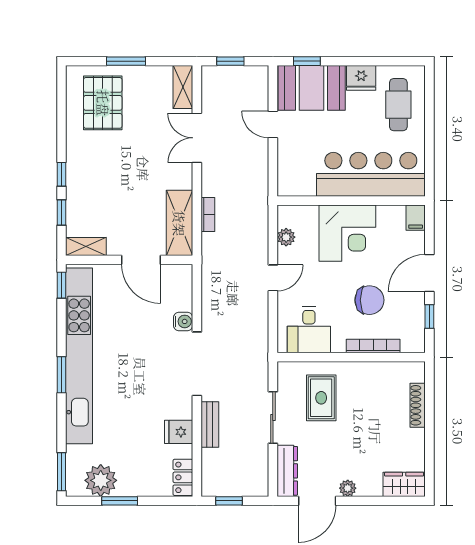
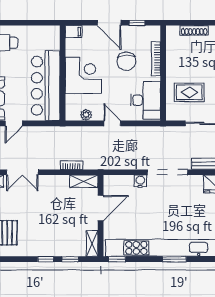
bar counter: (371, 174) -> (46, 86), moved
shelving: (179, 223) -> (84, 181), width x0.67, depth x0.75
chair: (369, 300) -> (126, 61), turned 180
desk: (309, 330) -> (146, 100), width x1.37

